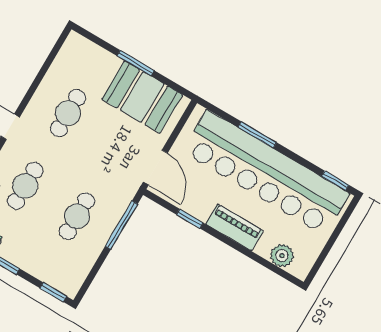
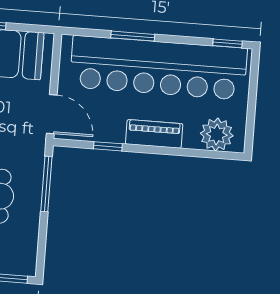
plant: (282, 256) -> (217, 134), width x1.36, depth x1.36

